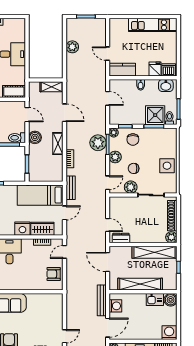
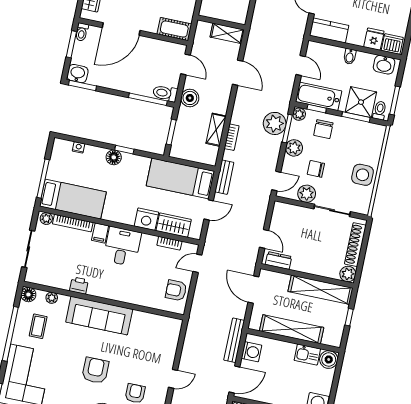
bathtub: (125, 117) -> (319, 96), added
shelving: (58, 144) -> (216, 130), moved

